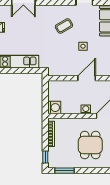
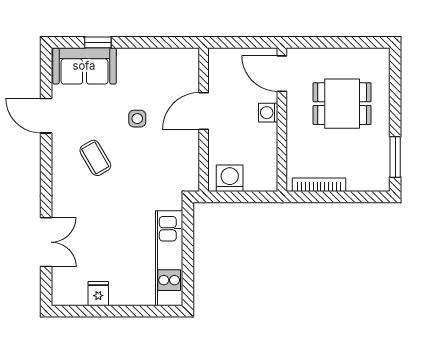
door: (87, 78) -> (204, 111), hinge flipped
washing machine: (54, 108) -> (230, 178), moved
window: (45, 157) -> (367, 197), removed

